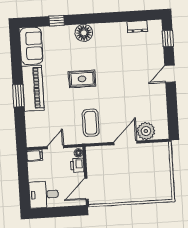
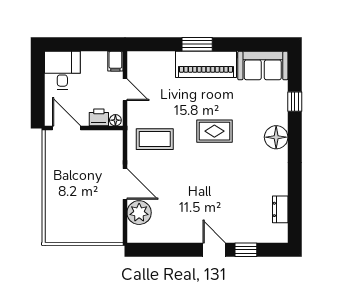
window: (168, 39) -> (246, 250), moved
rug: (82, 79) -> (214, 131), turned 90

